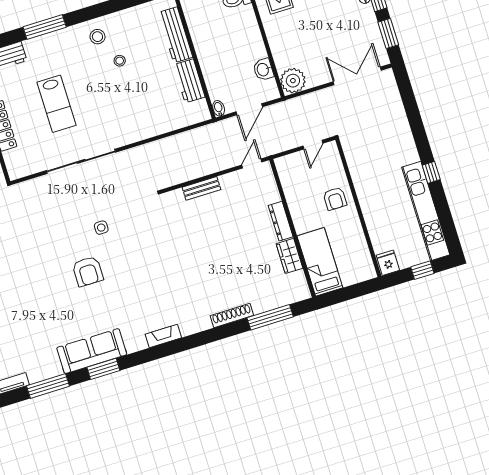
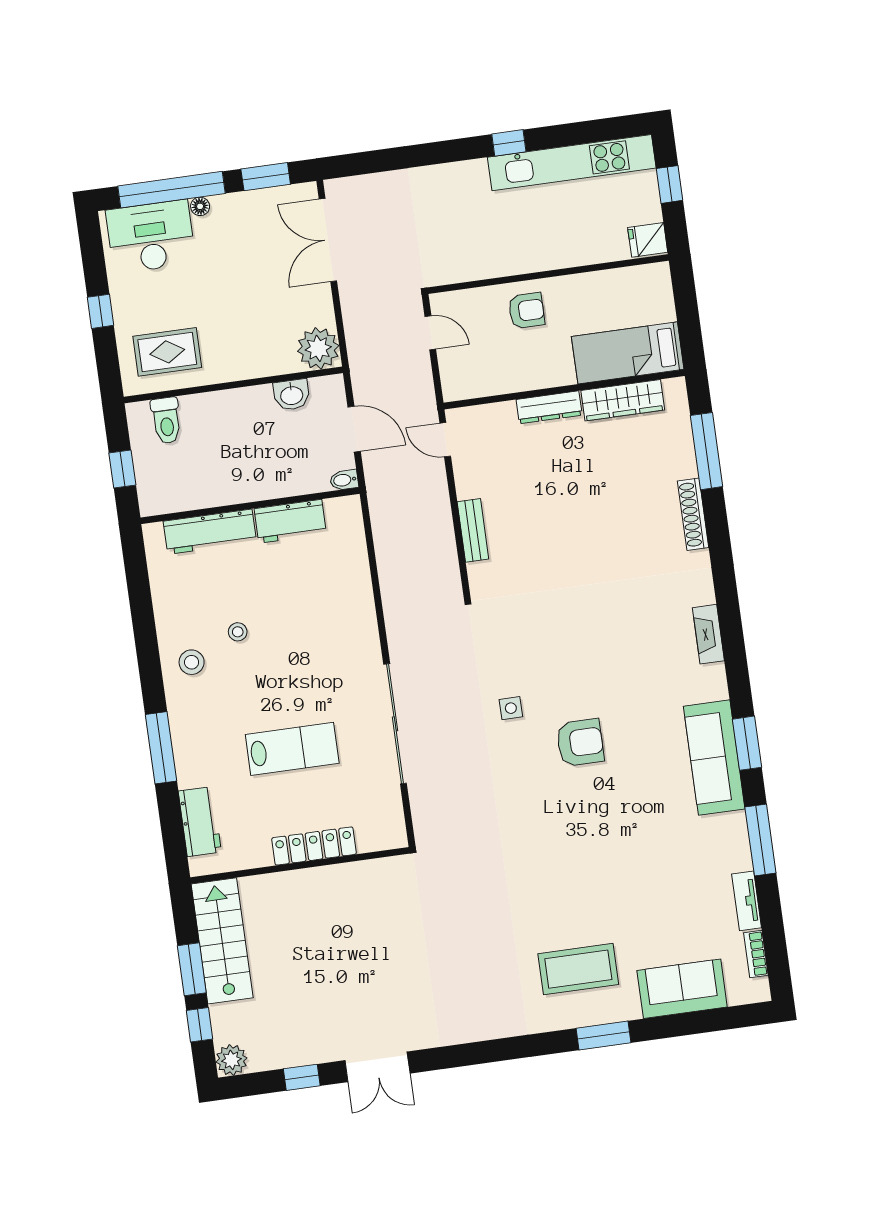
wardrobe: (289, 256) -> (623, 400), width x1.50

